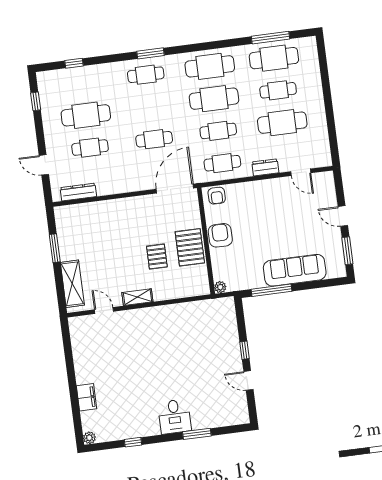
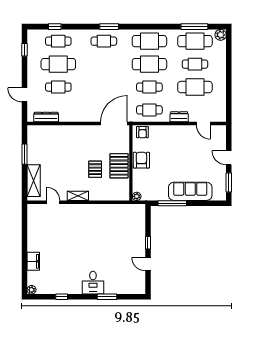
plant: (309, 44) -> (221, 35), added
cafe table: (154, 139) -> (58, 41), moved

